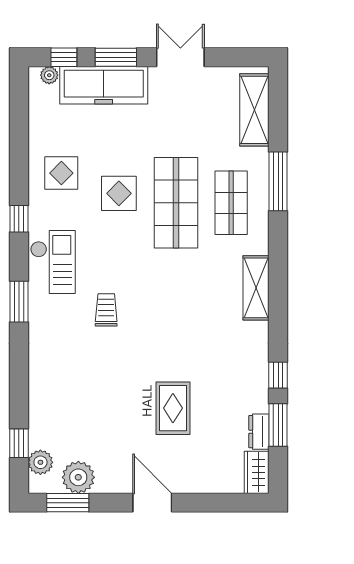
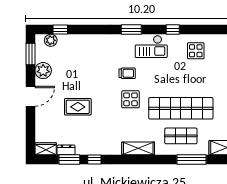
display table: (119, 193) -> (131, 99), moved
shop shelf: (176, 203) -> (181, 108), width x1.40
plant: (78, 477) -> (43, 71), moved

